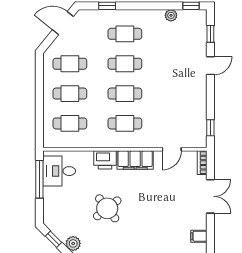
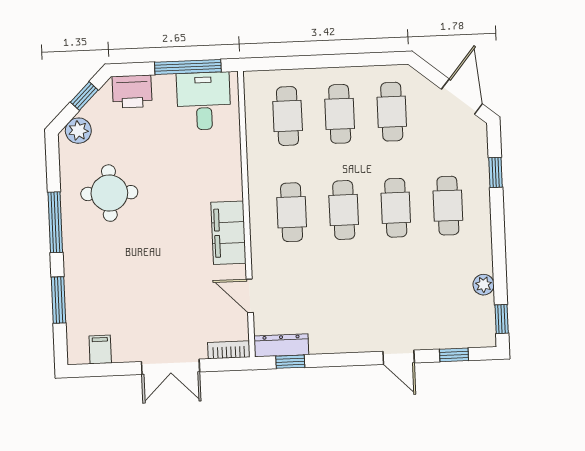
dresser: (201, 132) -> (281, 345), added
printer: (105, 160) -> (132, 92), moved, turned -90
round table: (107, 208) -> (109, 193), moved, turned 38

